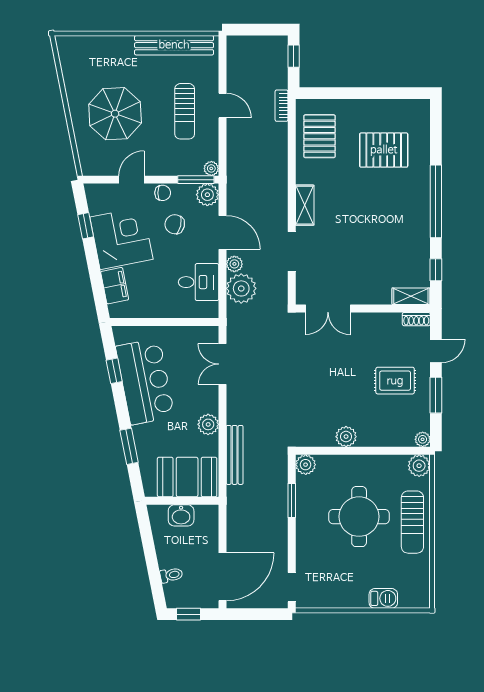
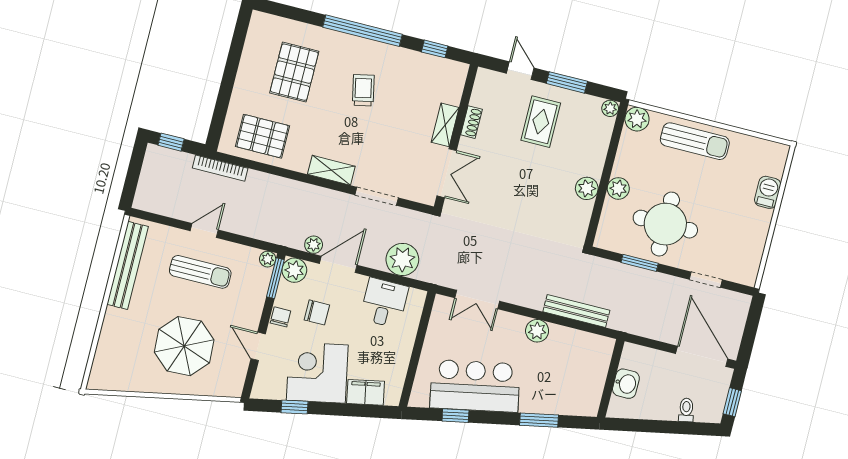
bookcase: (282, 106) -> (220, 168), width x1.56
trolley: (383, 216) -> (363, 90), added
chair: (175, 224) -> (317, 312), turned -103
plant: (234, 264) -> (314, 245), moved
shelving: (411, 296) -> (445, 125), moved
shoe rack: (416, 319) -> (471, 122), moved
plant: (306, 465) -> (618, 188), moved
booth: (187, 477) -> (587, 367), removed
round table: (359, 517) -> (665, 224), moved
doorway: (292, 587) -> (706, 280), moved

